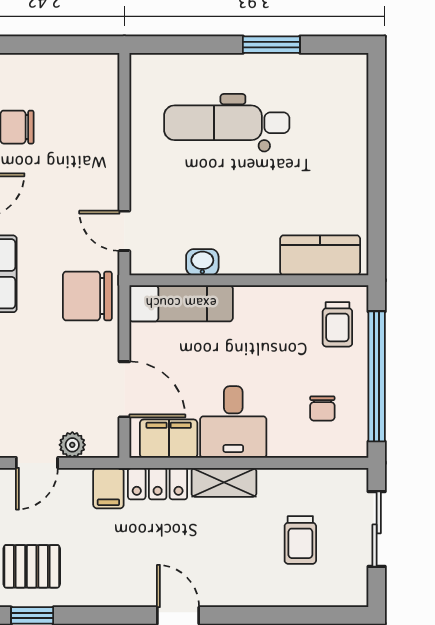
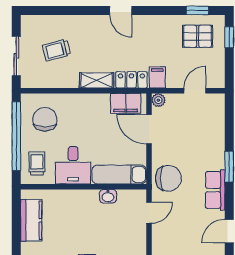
door: (124, 231) -> (149, 213), hinge flipped
kitchen counter: (320, 255) -> (31, 220), moved, turned -90
chair: (322, 408) -> (45, 119), width x1.87, depth x1.87
desk: (233, 422) -> (73, 165), moved, turned 180
plant: (72, 445) -> (158, 100), moved
trolley: (300, 540) -> (56, 50), turned -104

